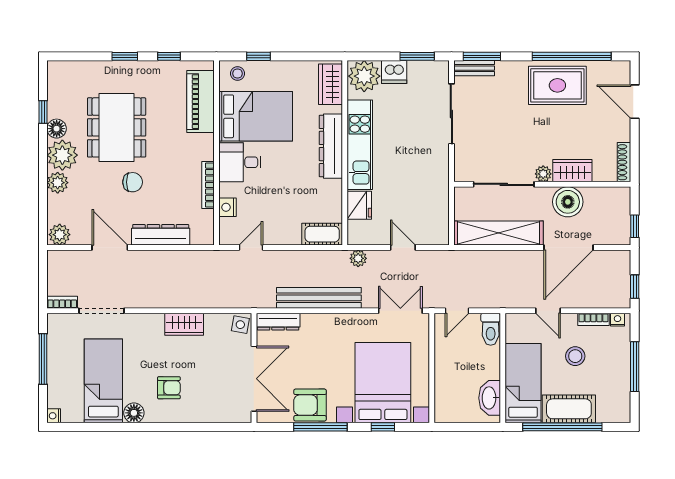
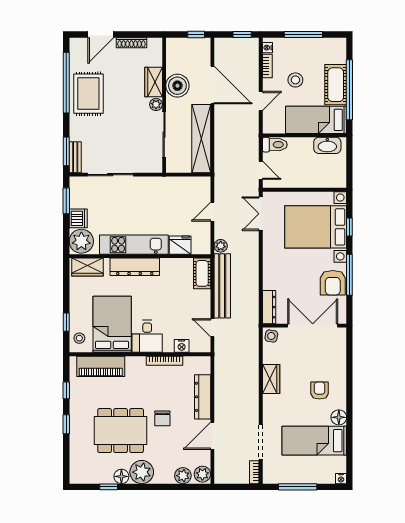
shoe rack: (624, 162) -> (131, 43), moved
chair: (133, 182) -> (162, 418), turned 180
plant: (58, 183) -> (183, 476), moved
bench: (319, 298) -> (222, 286), moved

